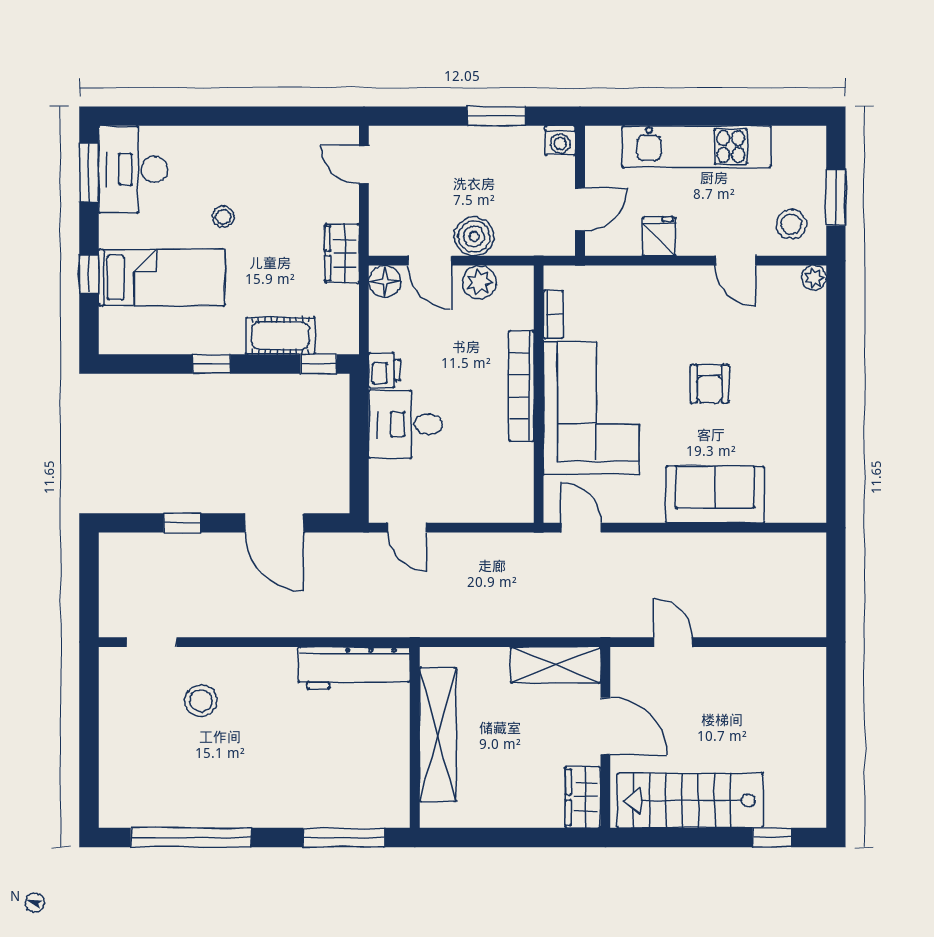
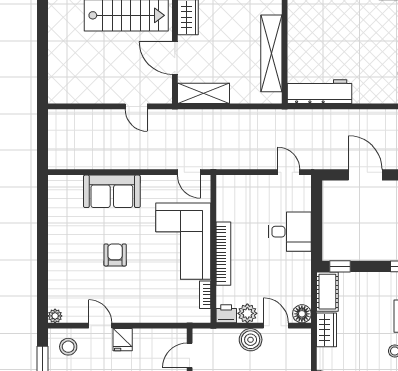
fridge: (659, 236) -> (123, 340), moved
cot: (280, 336) -> (327, 292), moved, turned 90
printer: (385, 370) -> (226, 314), moved, turned 90

